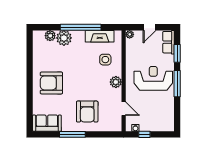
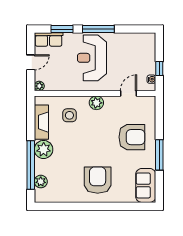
window: (81, 27) -> (31, 165), moved
door: (149, 27) -> (31, 62), hinge flipped
plant: (64, 38) -> (44, 149), moved
armchair: (51, 83) -> (98, 180), turned 180

